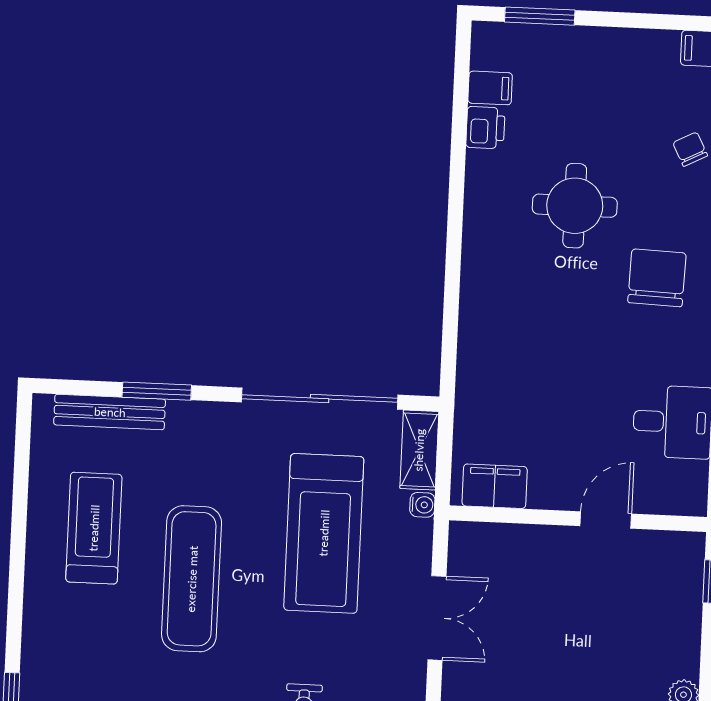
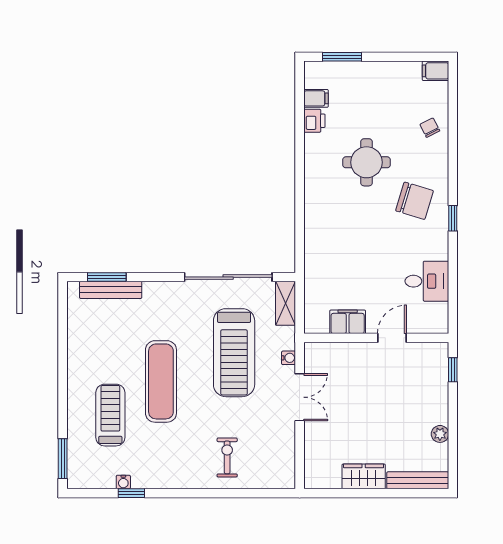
chair: (657, 278) -> (414, 201), turned 105
window: (157, 391) -> (107, 277), moved
filing cabinet: (495, 486) -> (348, 322), moved
water cooler: (422, 505) -> (289, 358), moved
treadmill: (94, 528) -> (110, 415), moved

